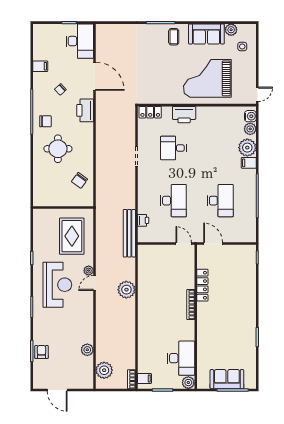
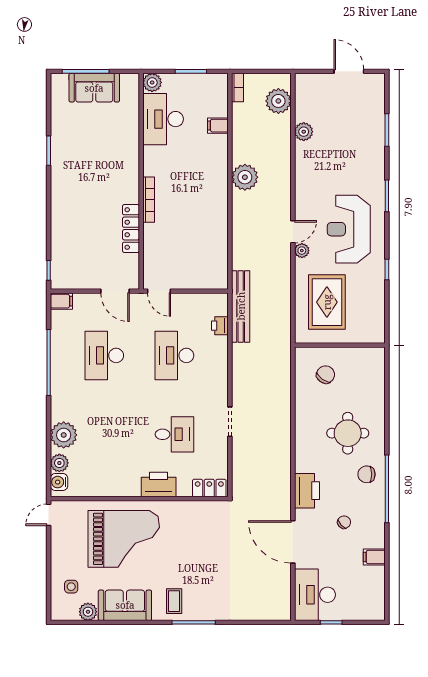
filing cabinet: (249, 163) -> (61, 301), moved
chair: (79, 180) -> (326, 375), moved
plant: (126, 290) -> (245, 177), moved
armchair: (42, 352) -> (372, 128), removed
filing cabinet: (144, 378) -> (218, 126), moved

